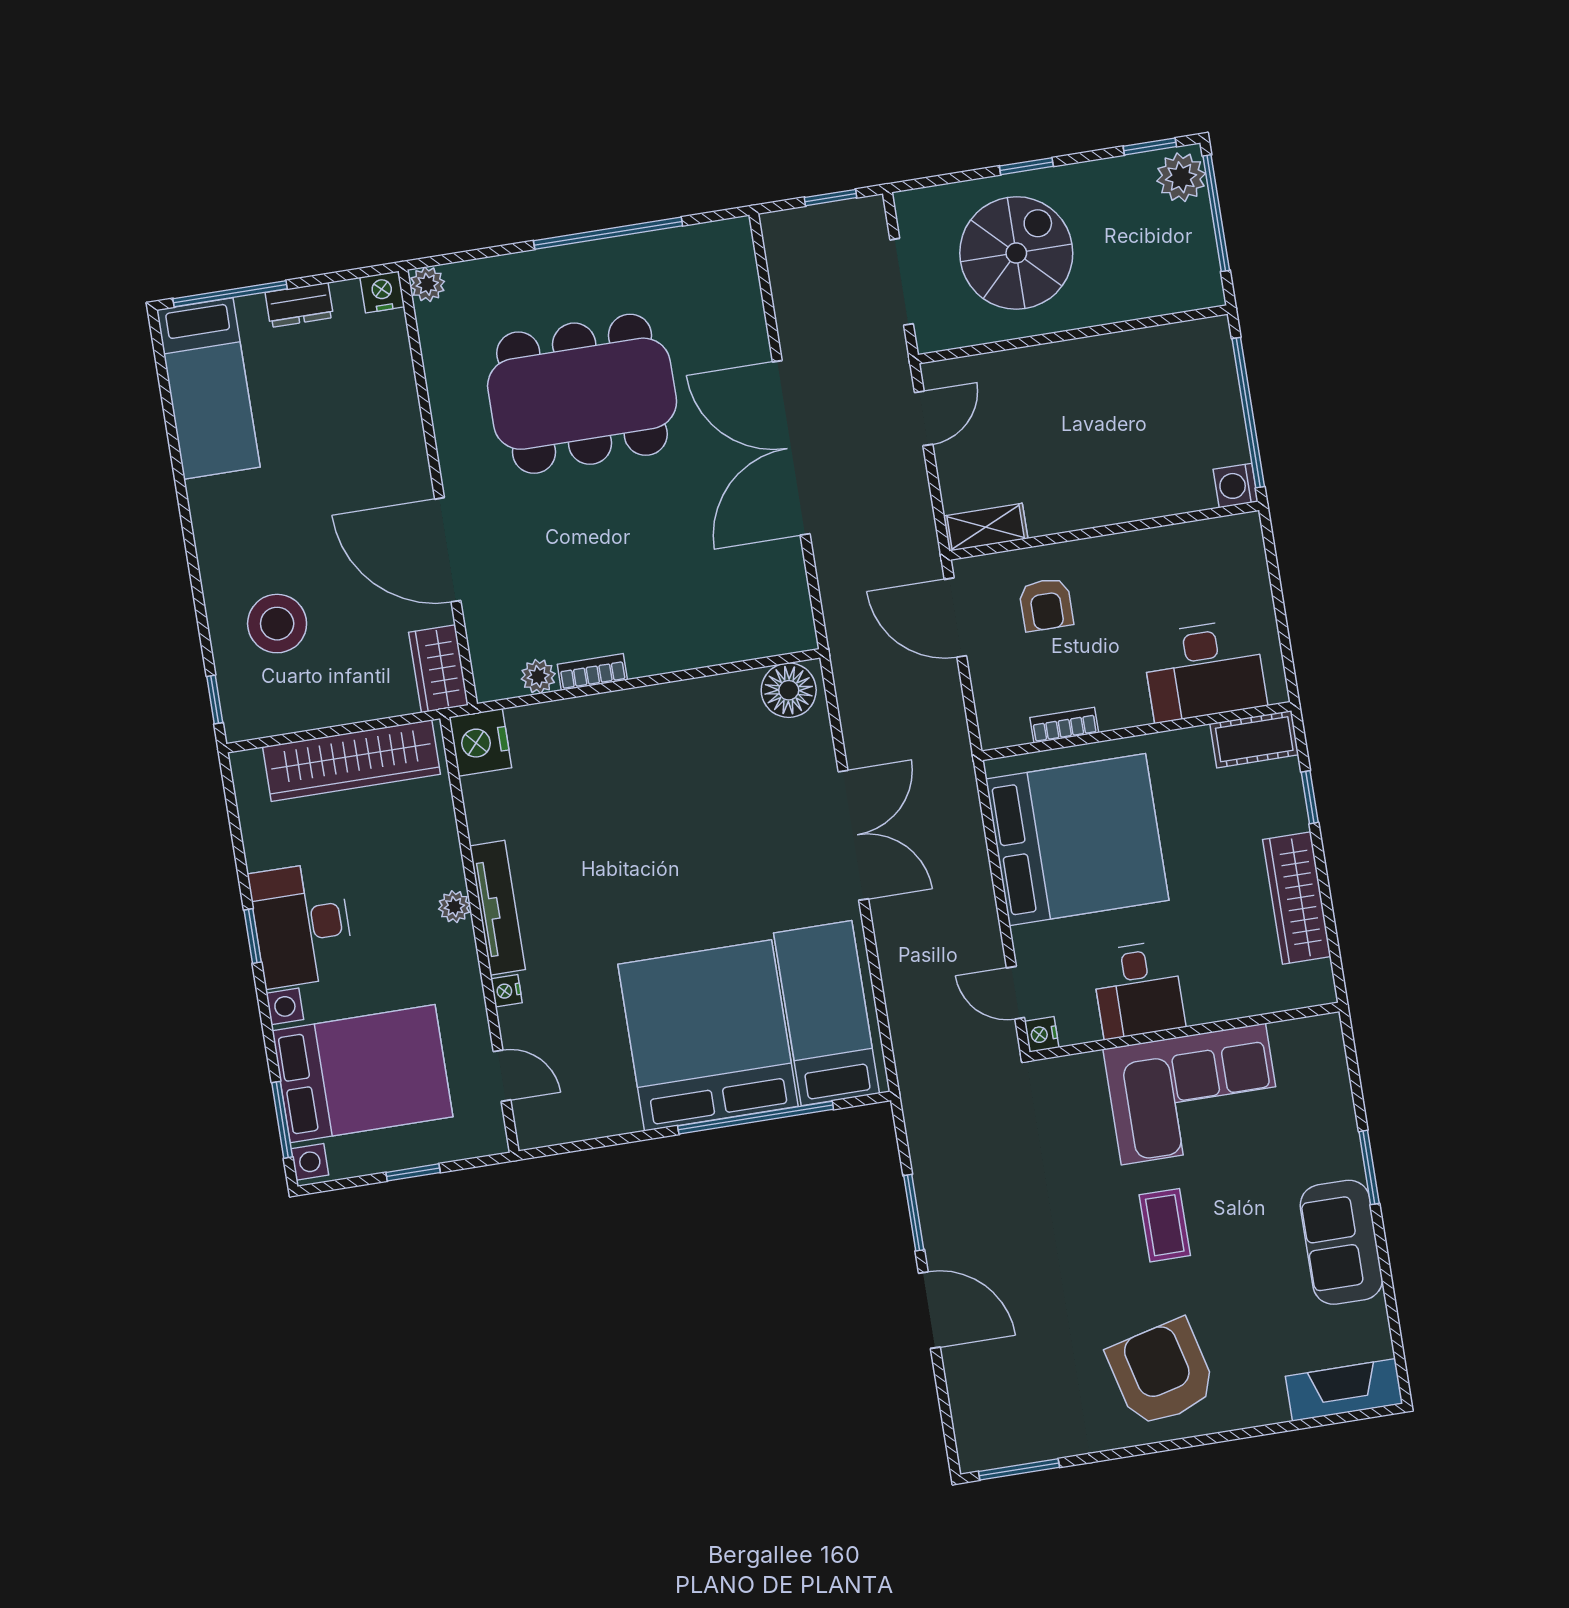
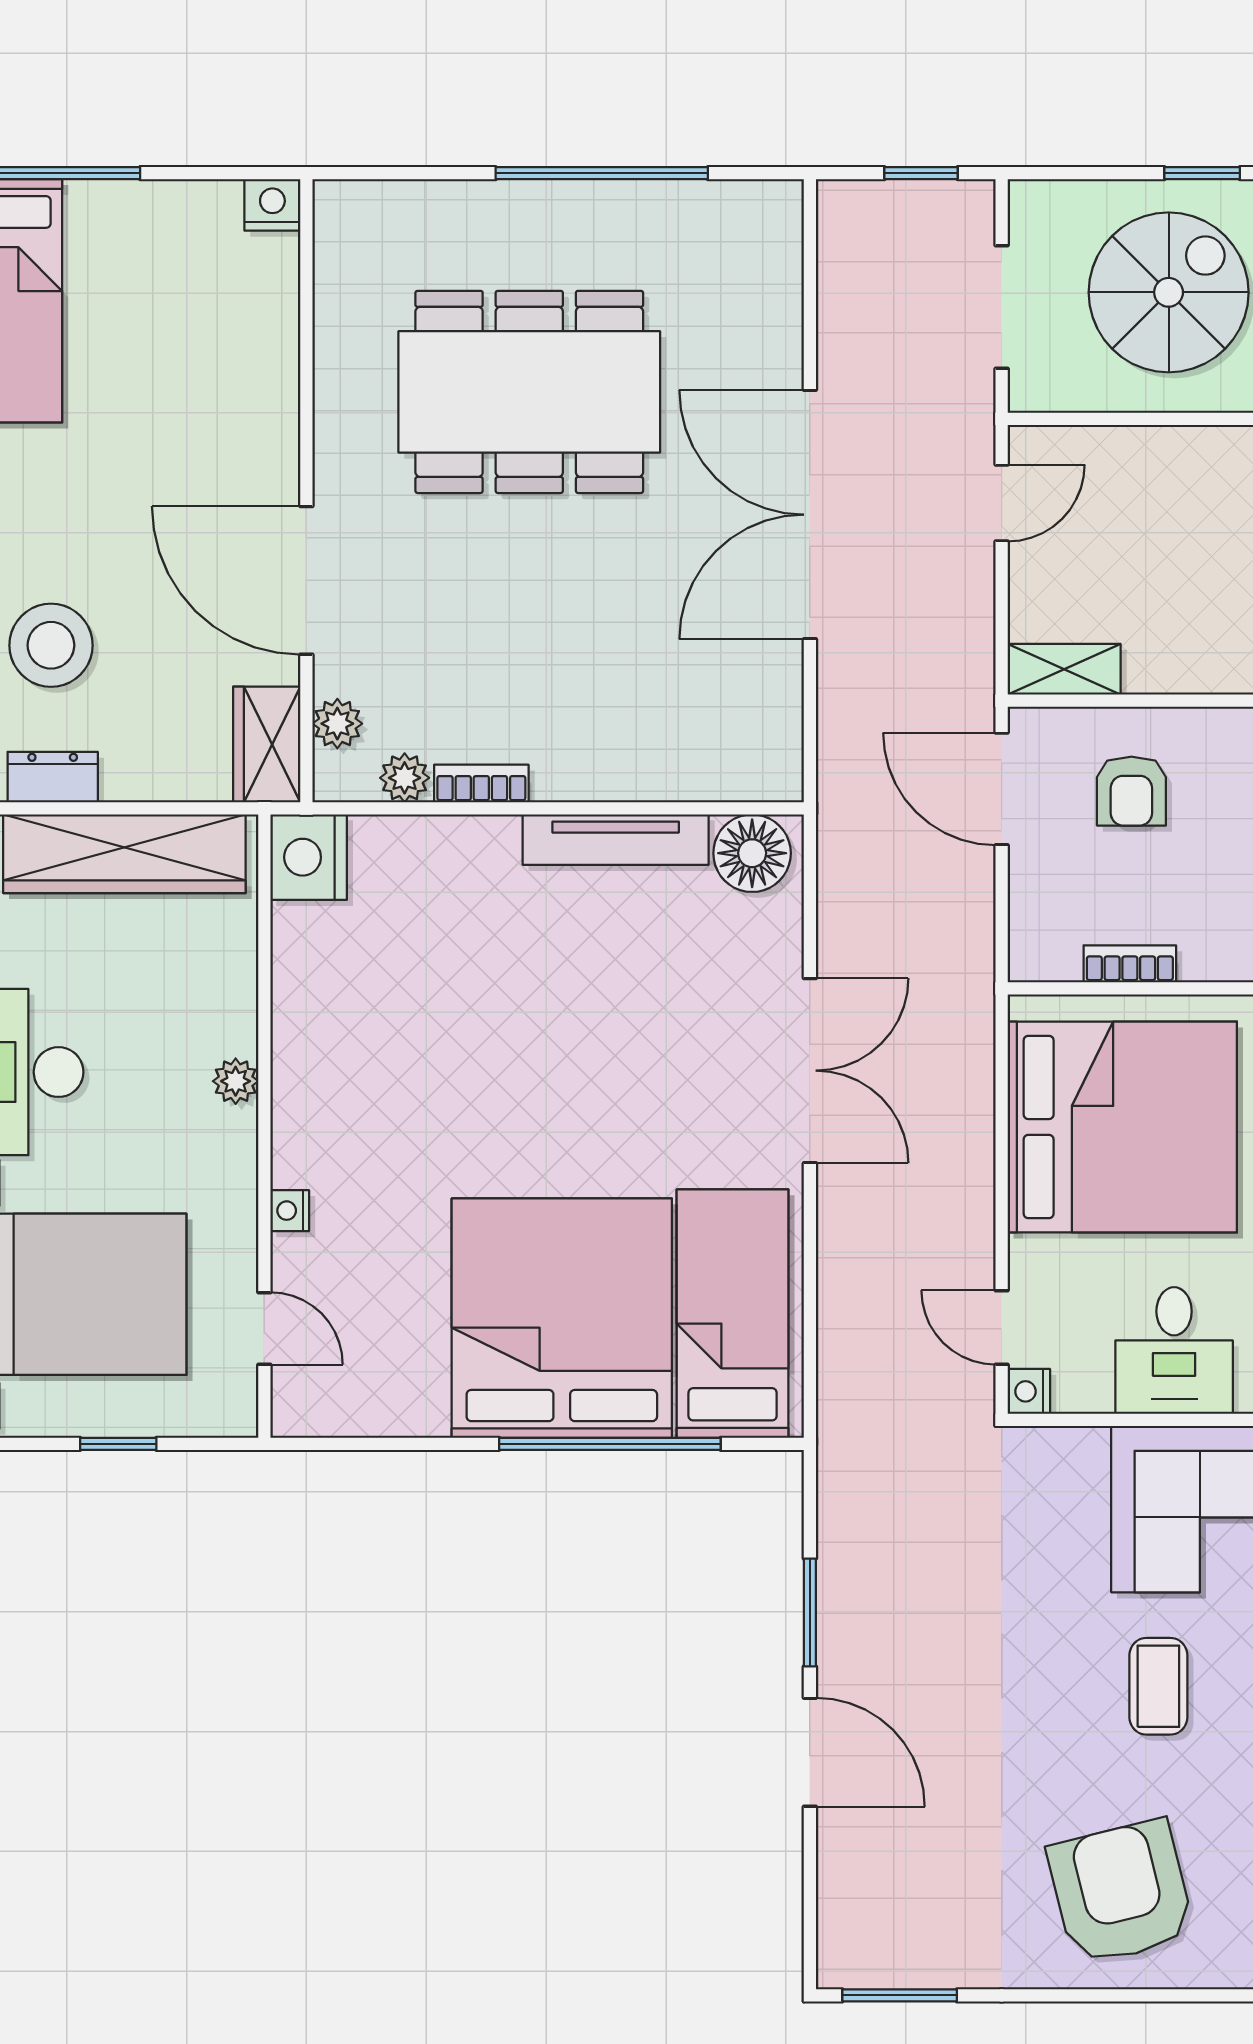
plant: (427, 284) -> (337, 724), moved
dresser: (299, 305) -> (53, 777), moved, turned 180
tv unit: (497, 908) -> (616, 840), moved, turned 90

